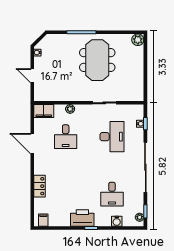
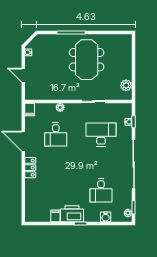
plant: (138, 40) -> (126, 85), moved
filing cabinet: (44, 111) -> (30, 109), width x0.50
desk: (112, 137) -> (101, 134), turned -90
locker: (39, 186) -> (30, 168), moved
filing cabinet: (43, 220) -> (55, 216), moved

